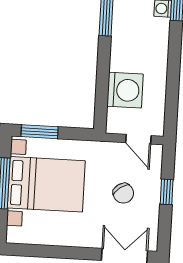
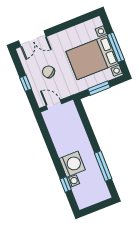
washing machine: (125, 90) -> (72, 164), moved, turned 180
window: (40, 132) -> (99, 88), moved

